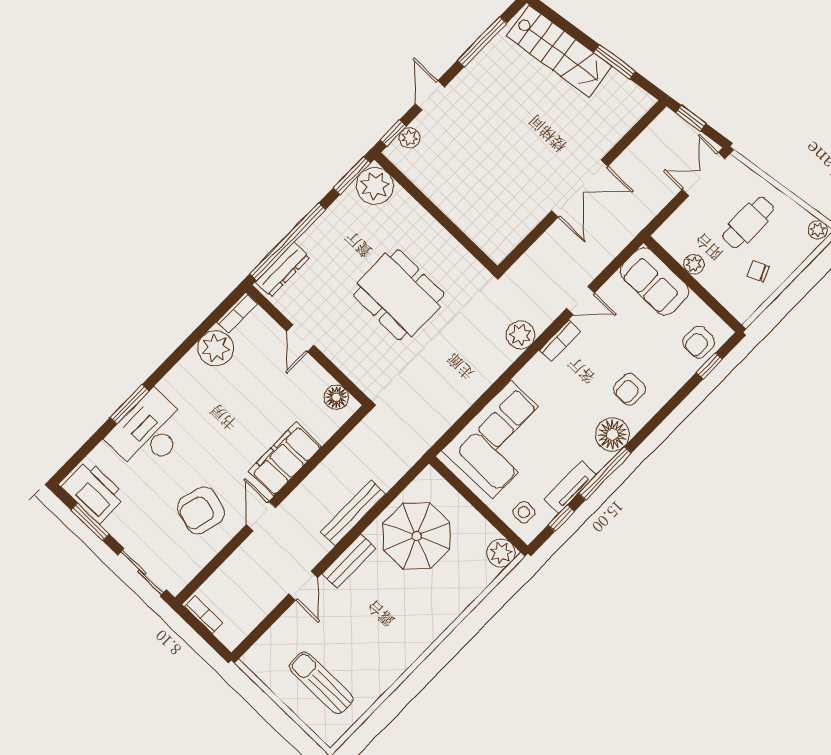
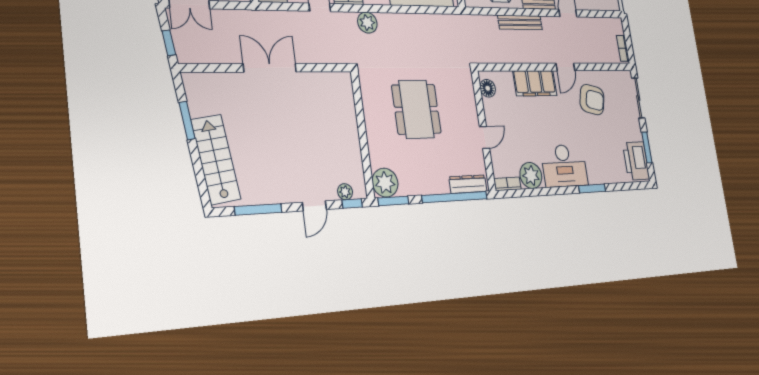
desk: (149, 433) -> (564, 166), moved

